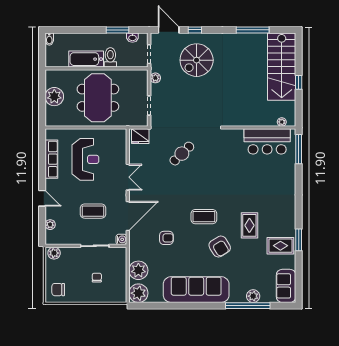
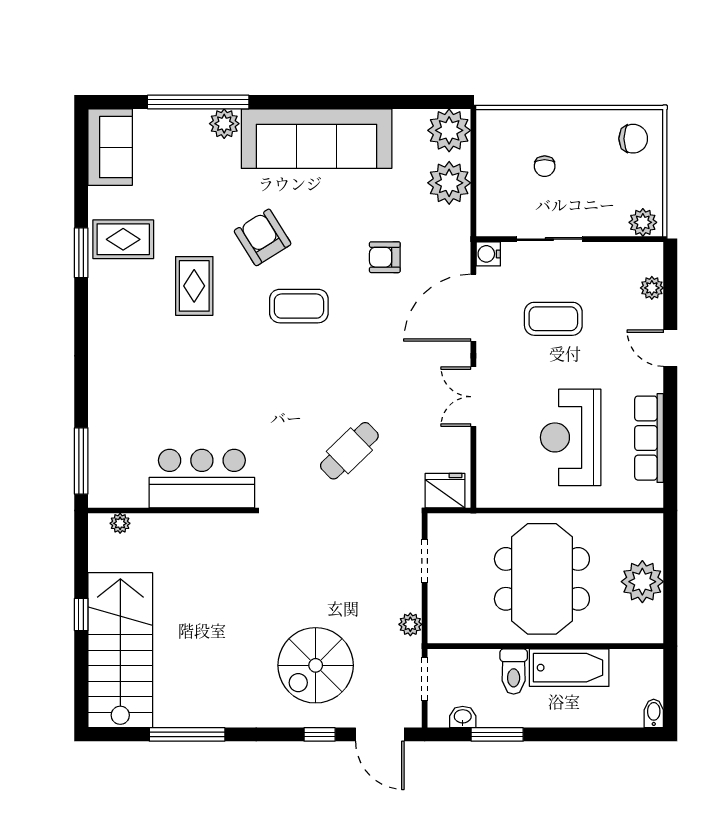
spiral stairs: (197, 60) -> (316, 665), turned 180
bar counter: (267, 141) -> (202, 479), moved
plant: (253, 296) -> (224, 124), moved

